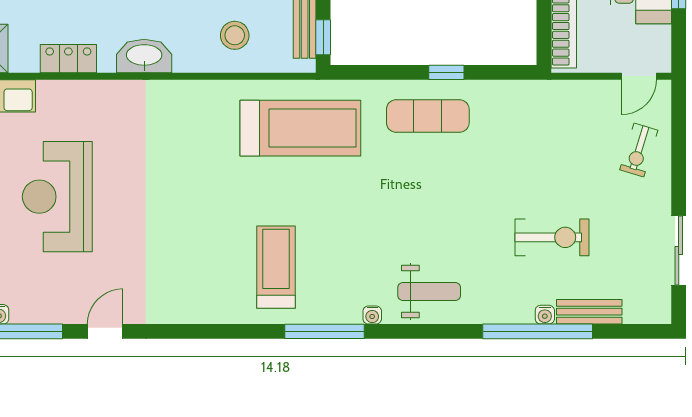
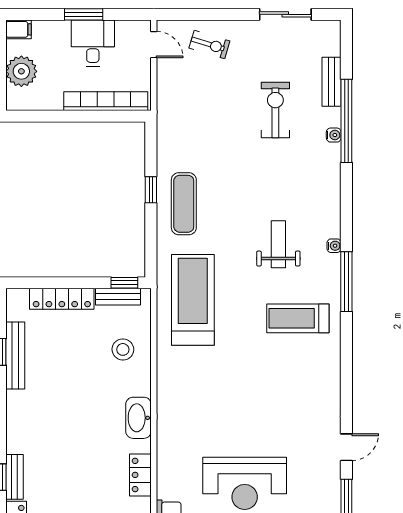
weight bench: (429, 292) -> (278, 244), moved
water cooler: (545, 315) -> (334, 135), moved
door: (105, 331) -> (346, 447), swing flipped

